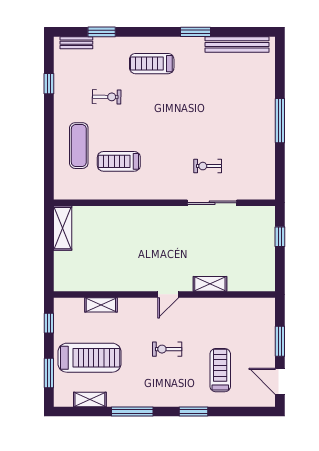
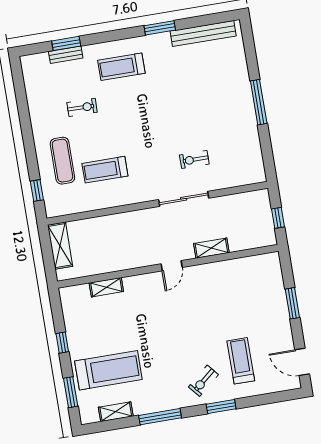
bench: (76, 43) -> (66, 55), moved
window: (49, 84) -> (37, 190), moved
sliding door: (212, 203) -> (184, 199), moved
shelving: (210, 284) -> (211, 248), moved
wall: (164, 294) -> (168, 266), moved
door: (168, 294) -> (172, 266), moved
shelving: (101, 305) -> (106, 287), moved
window: (280, 341) -> (292, 303), moved
exercise bike: (167, 349) -> (203, 381), moved, turned -40

